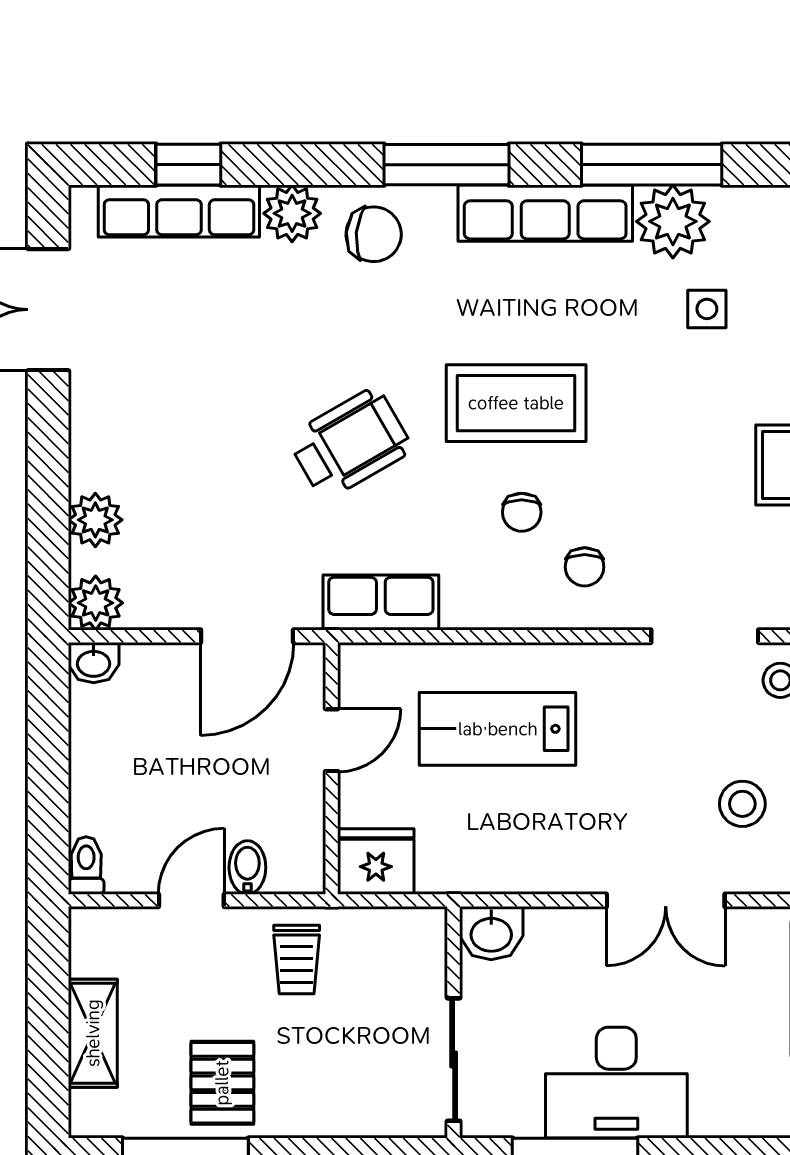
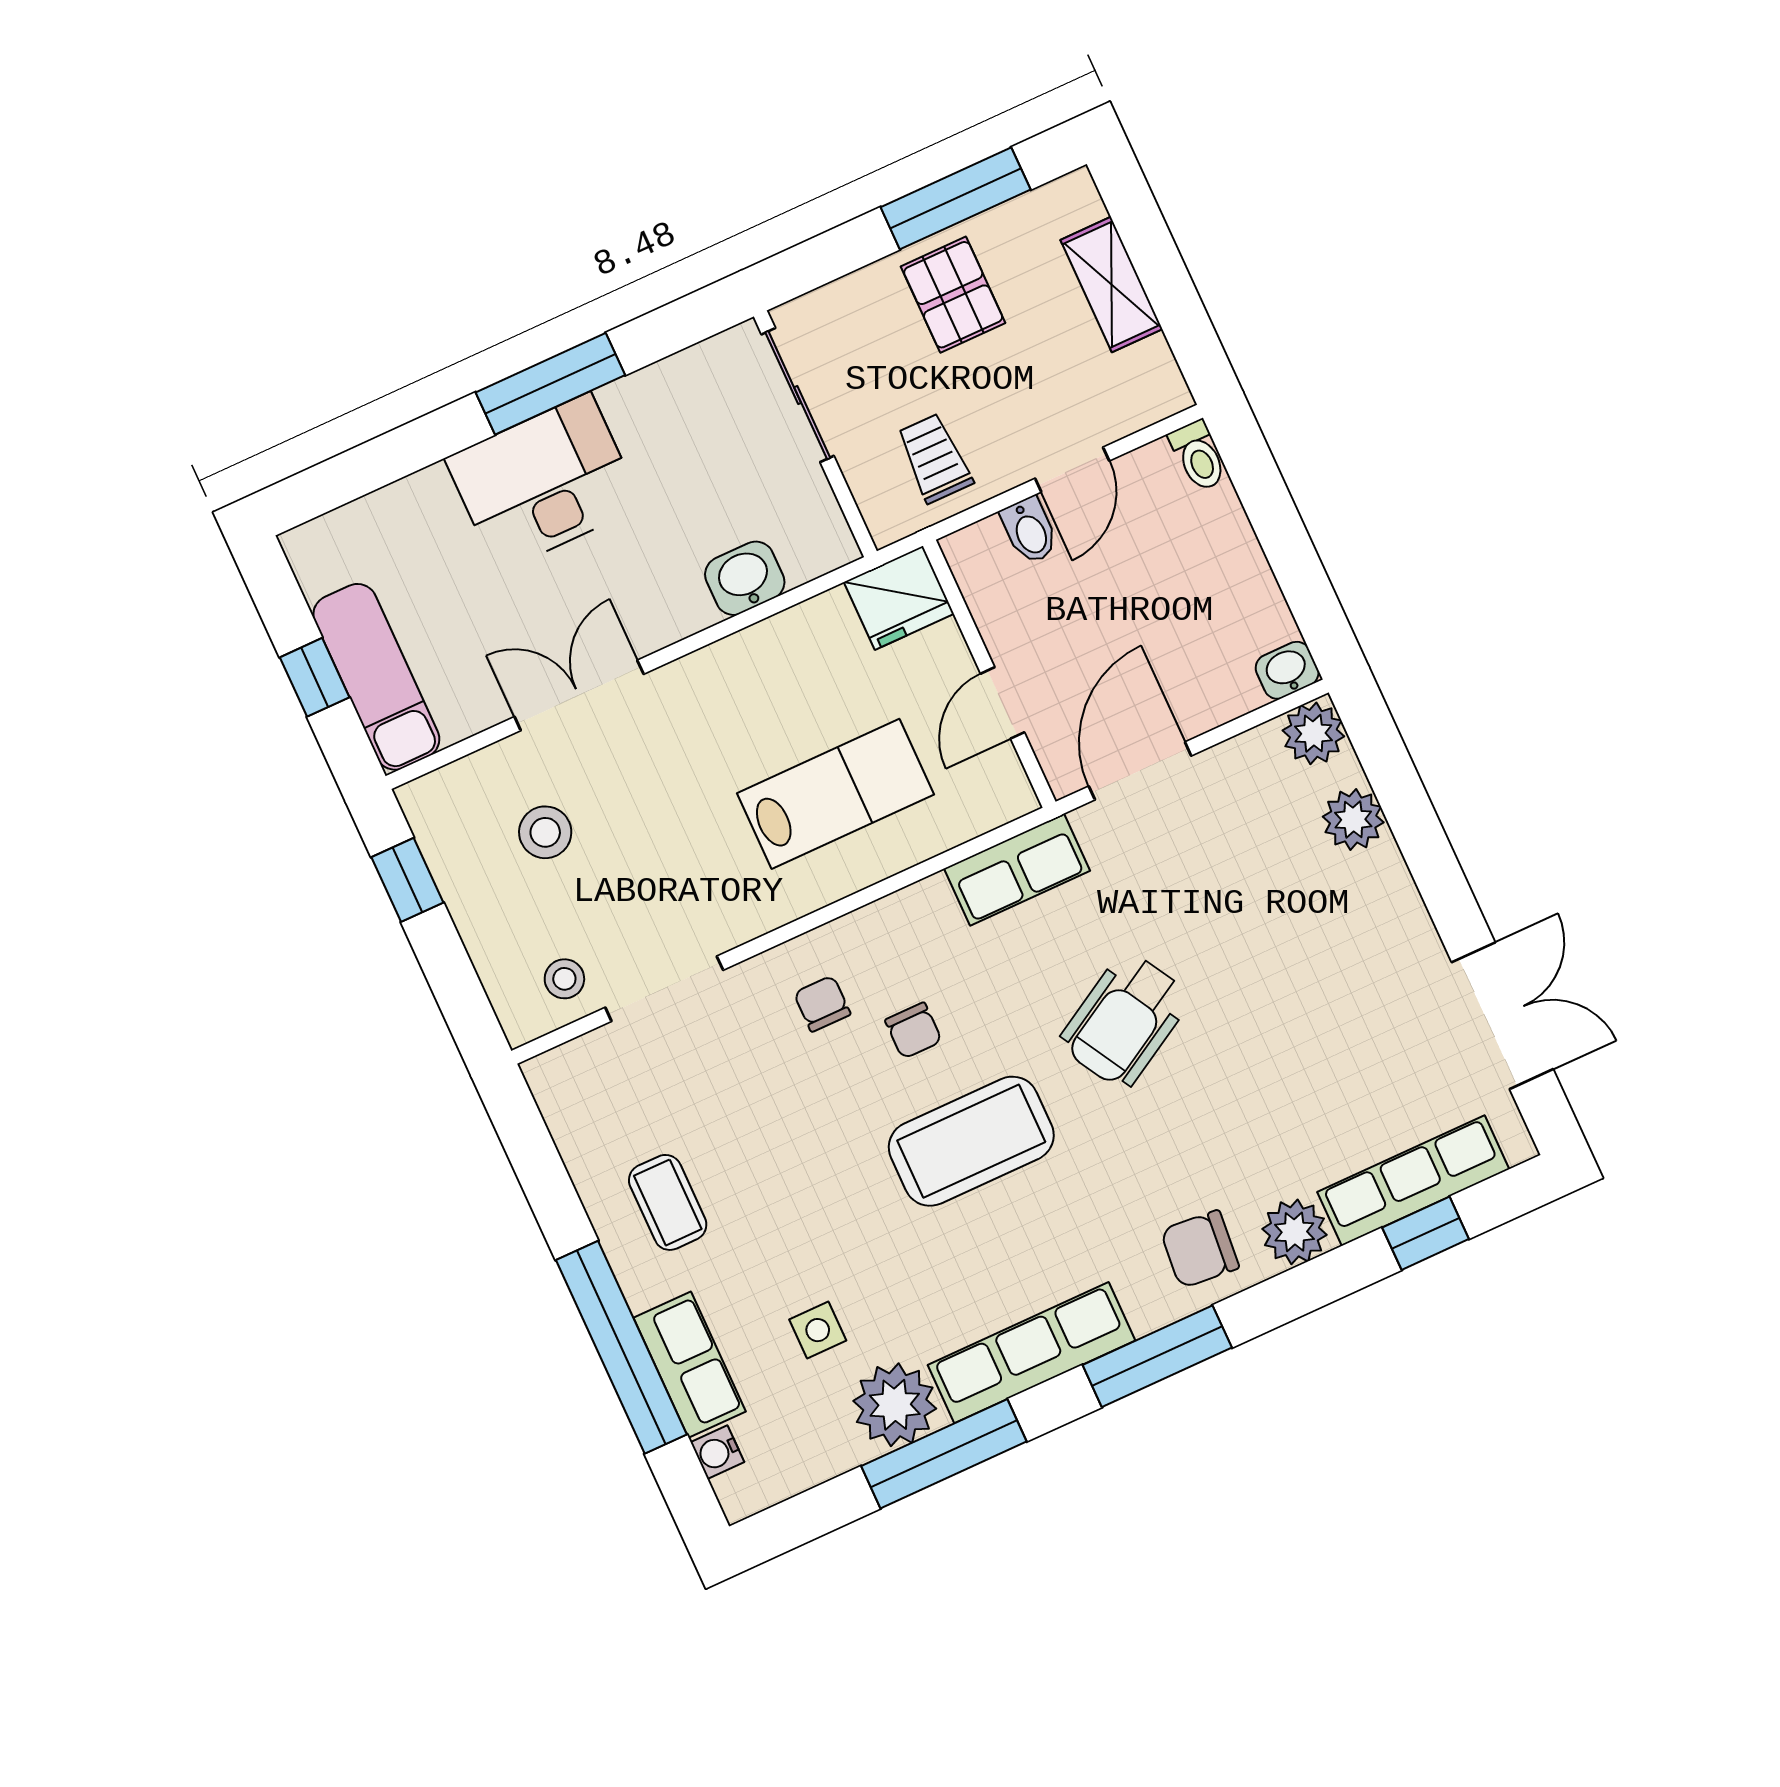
chair: (522, 512) -> (913, 1031), turned 180
wall: (454, 1022) -> (815, 434), moved
sliding door: (454, 1060) -> (798, 395), moved

